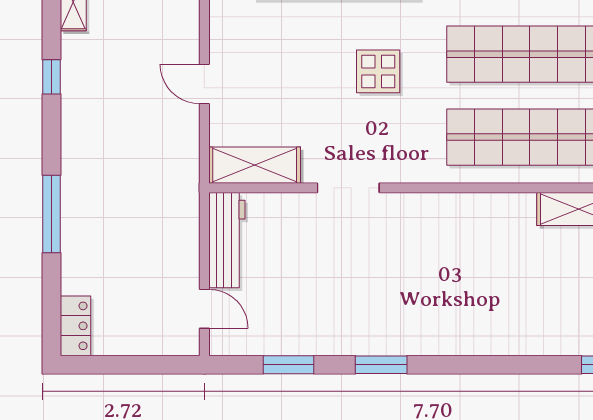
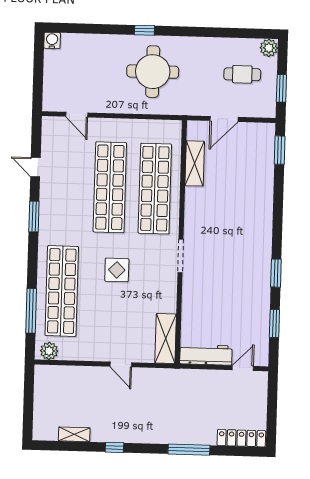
door: (204, 84) -> (121, 364), hinge flipped
doorway: (348, 188) -> (180, 256), moved
locker: (75, 326) -> (241, 438), width x1.53

